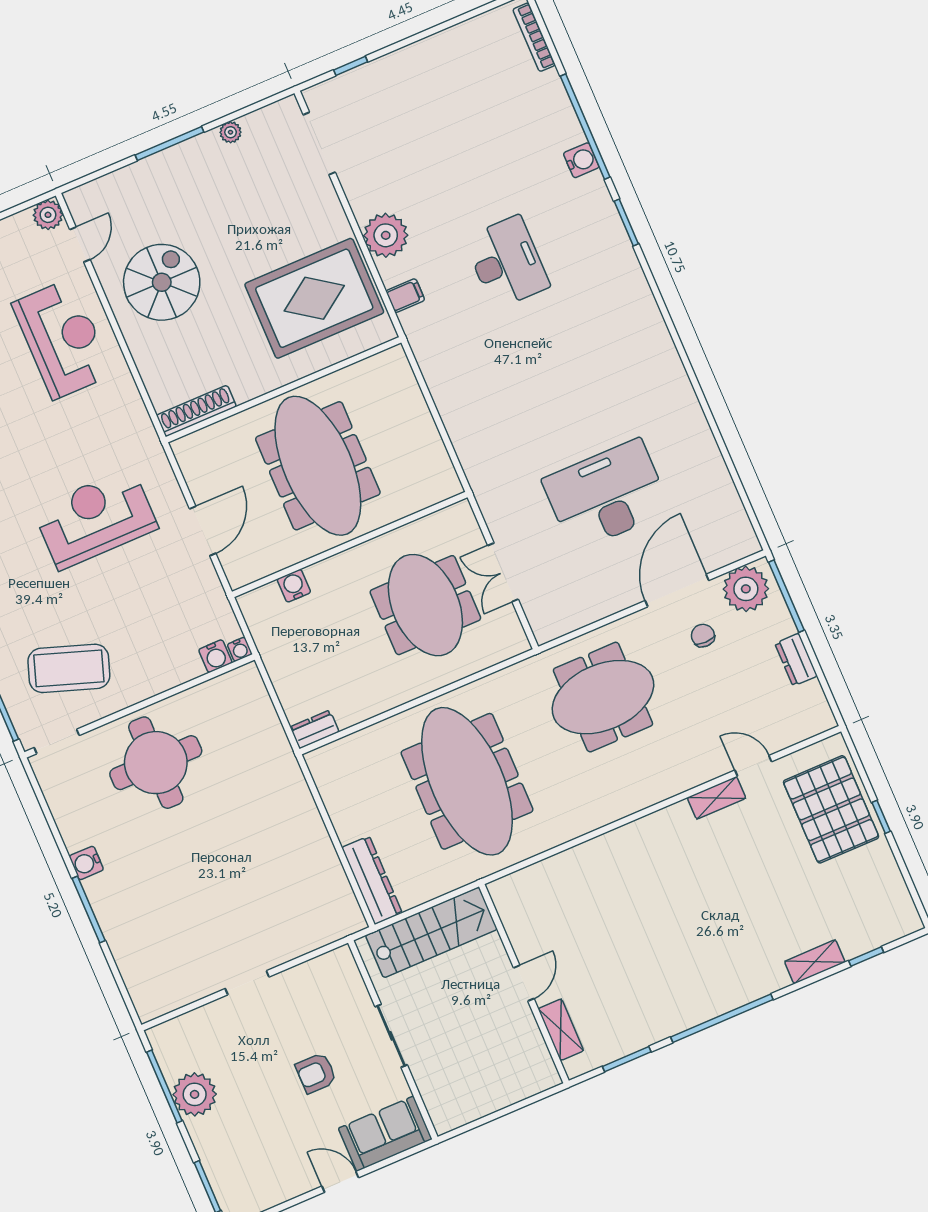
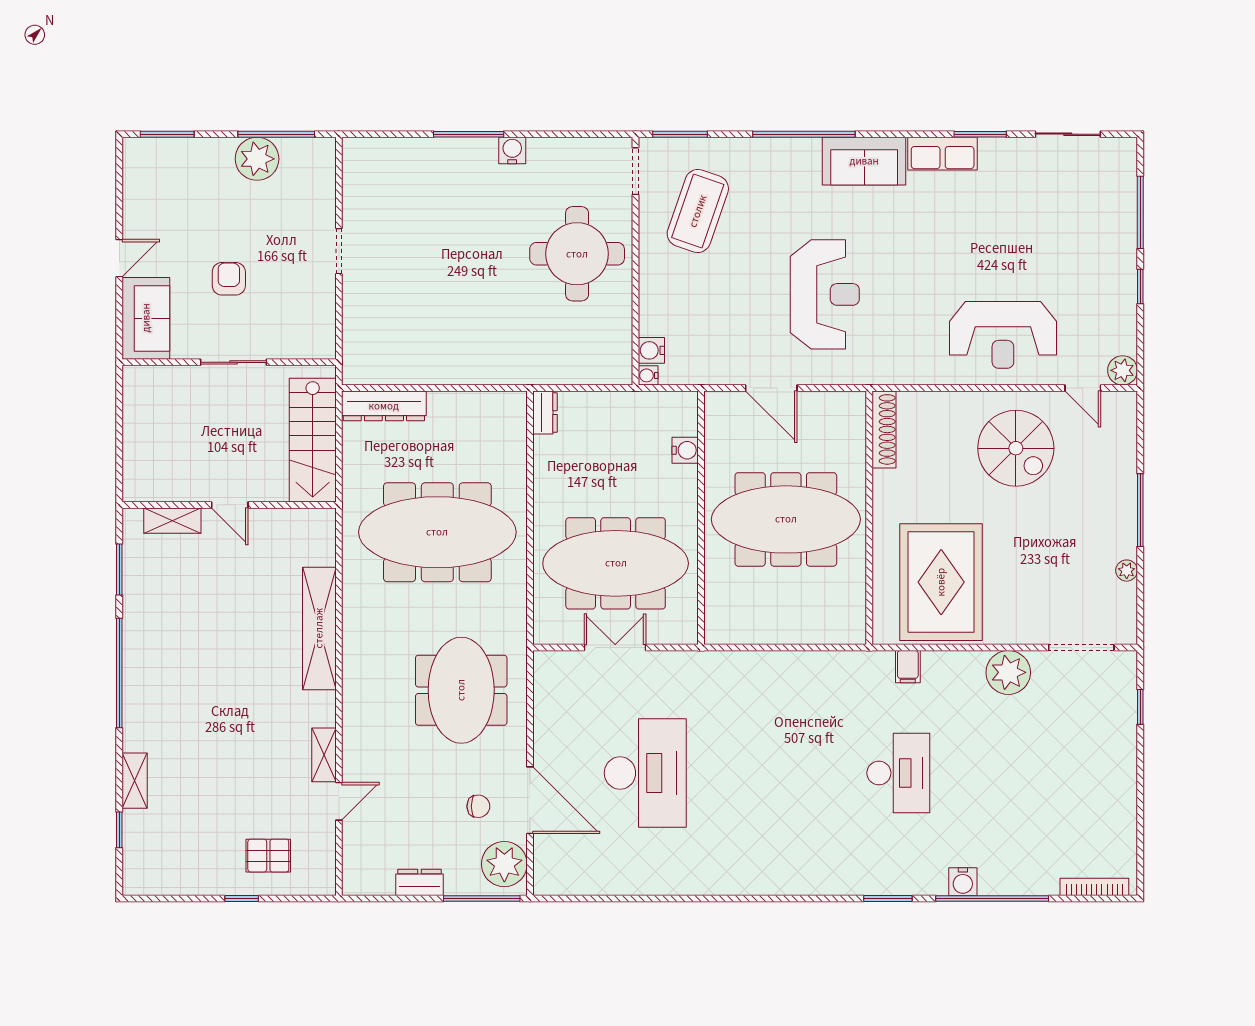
plant: (386, 235) -> (1008, 672), moved
desk: (507, 262) -> (898, 773), turned -90
meeting table: (425, 605) -> (616, 563), width x1.36
pallet: (831, 809) -> (268, 856), width x0.49, depth x0.50
shelving: (602, 852) -> (319, 628), added

